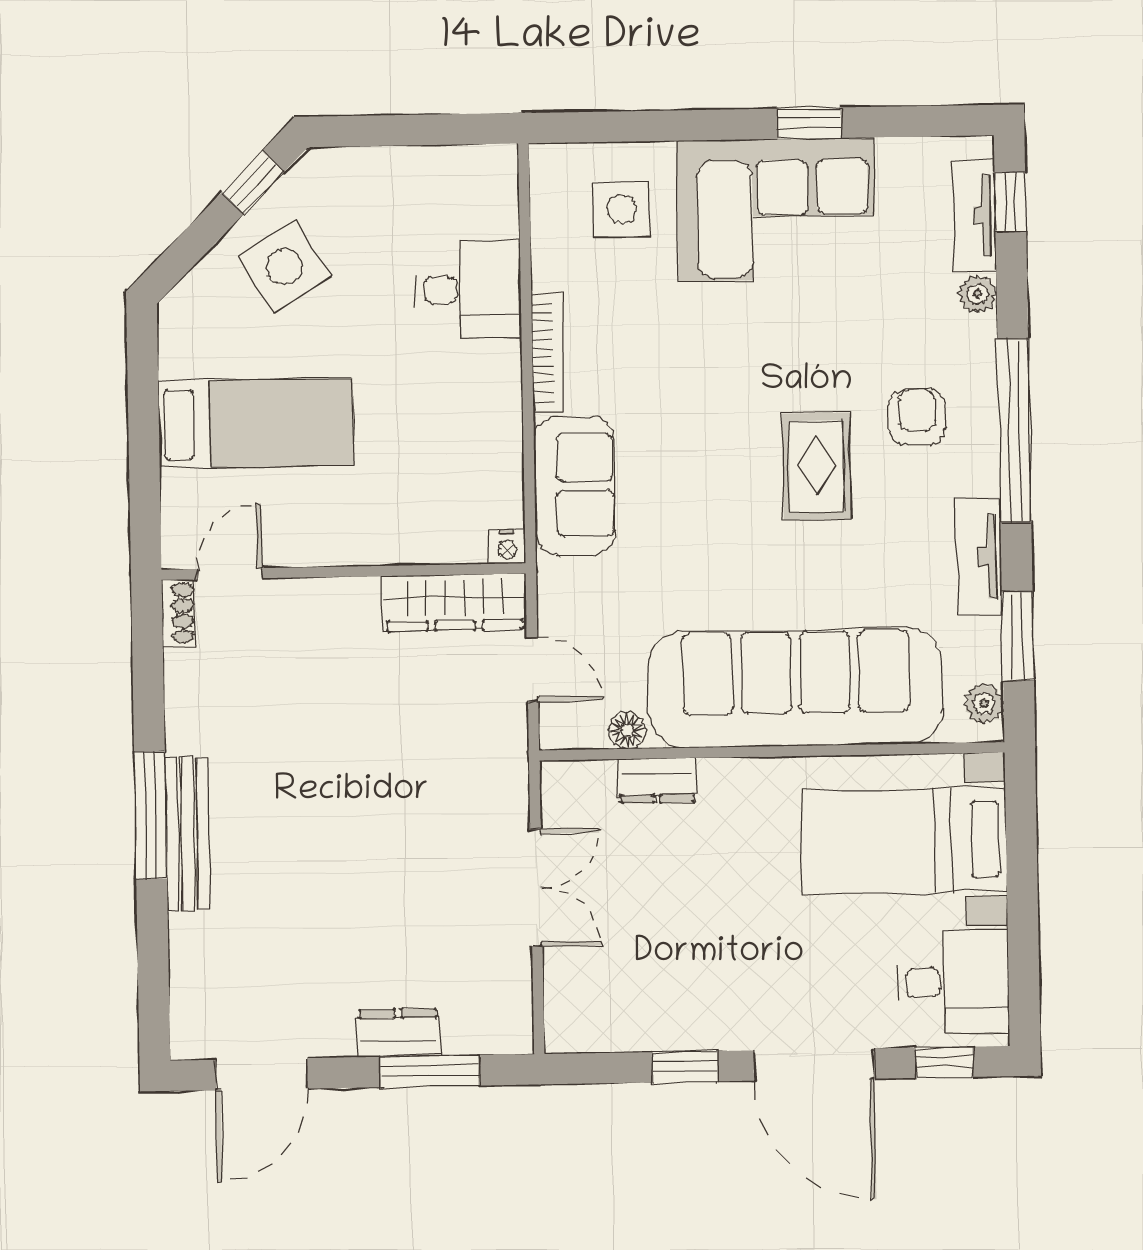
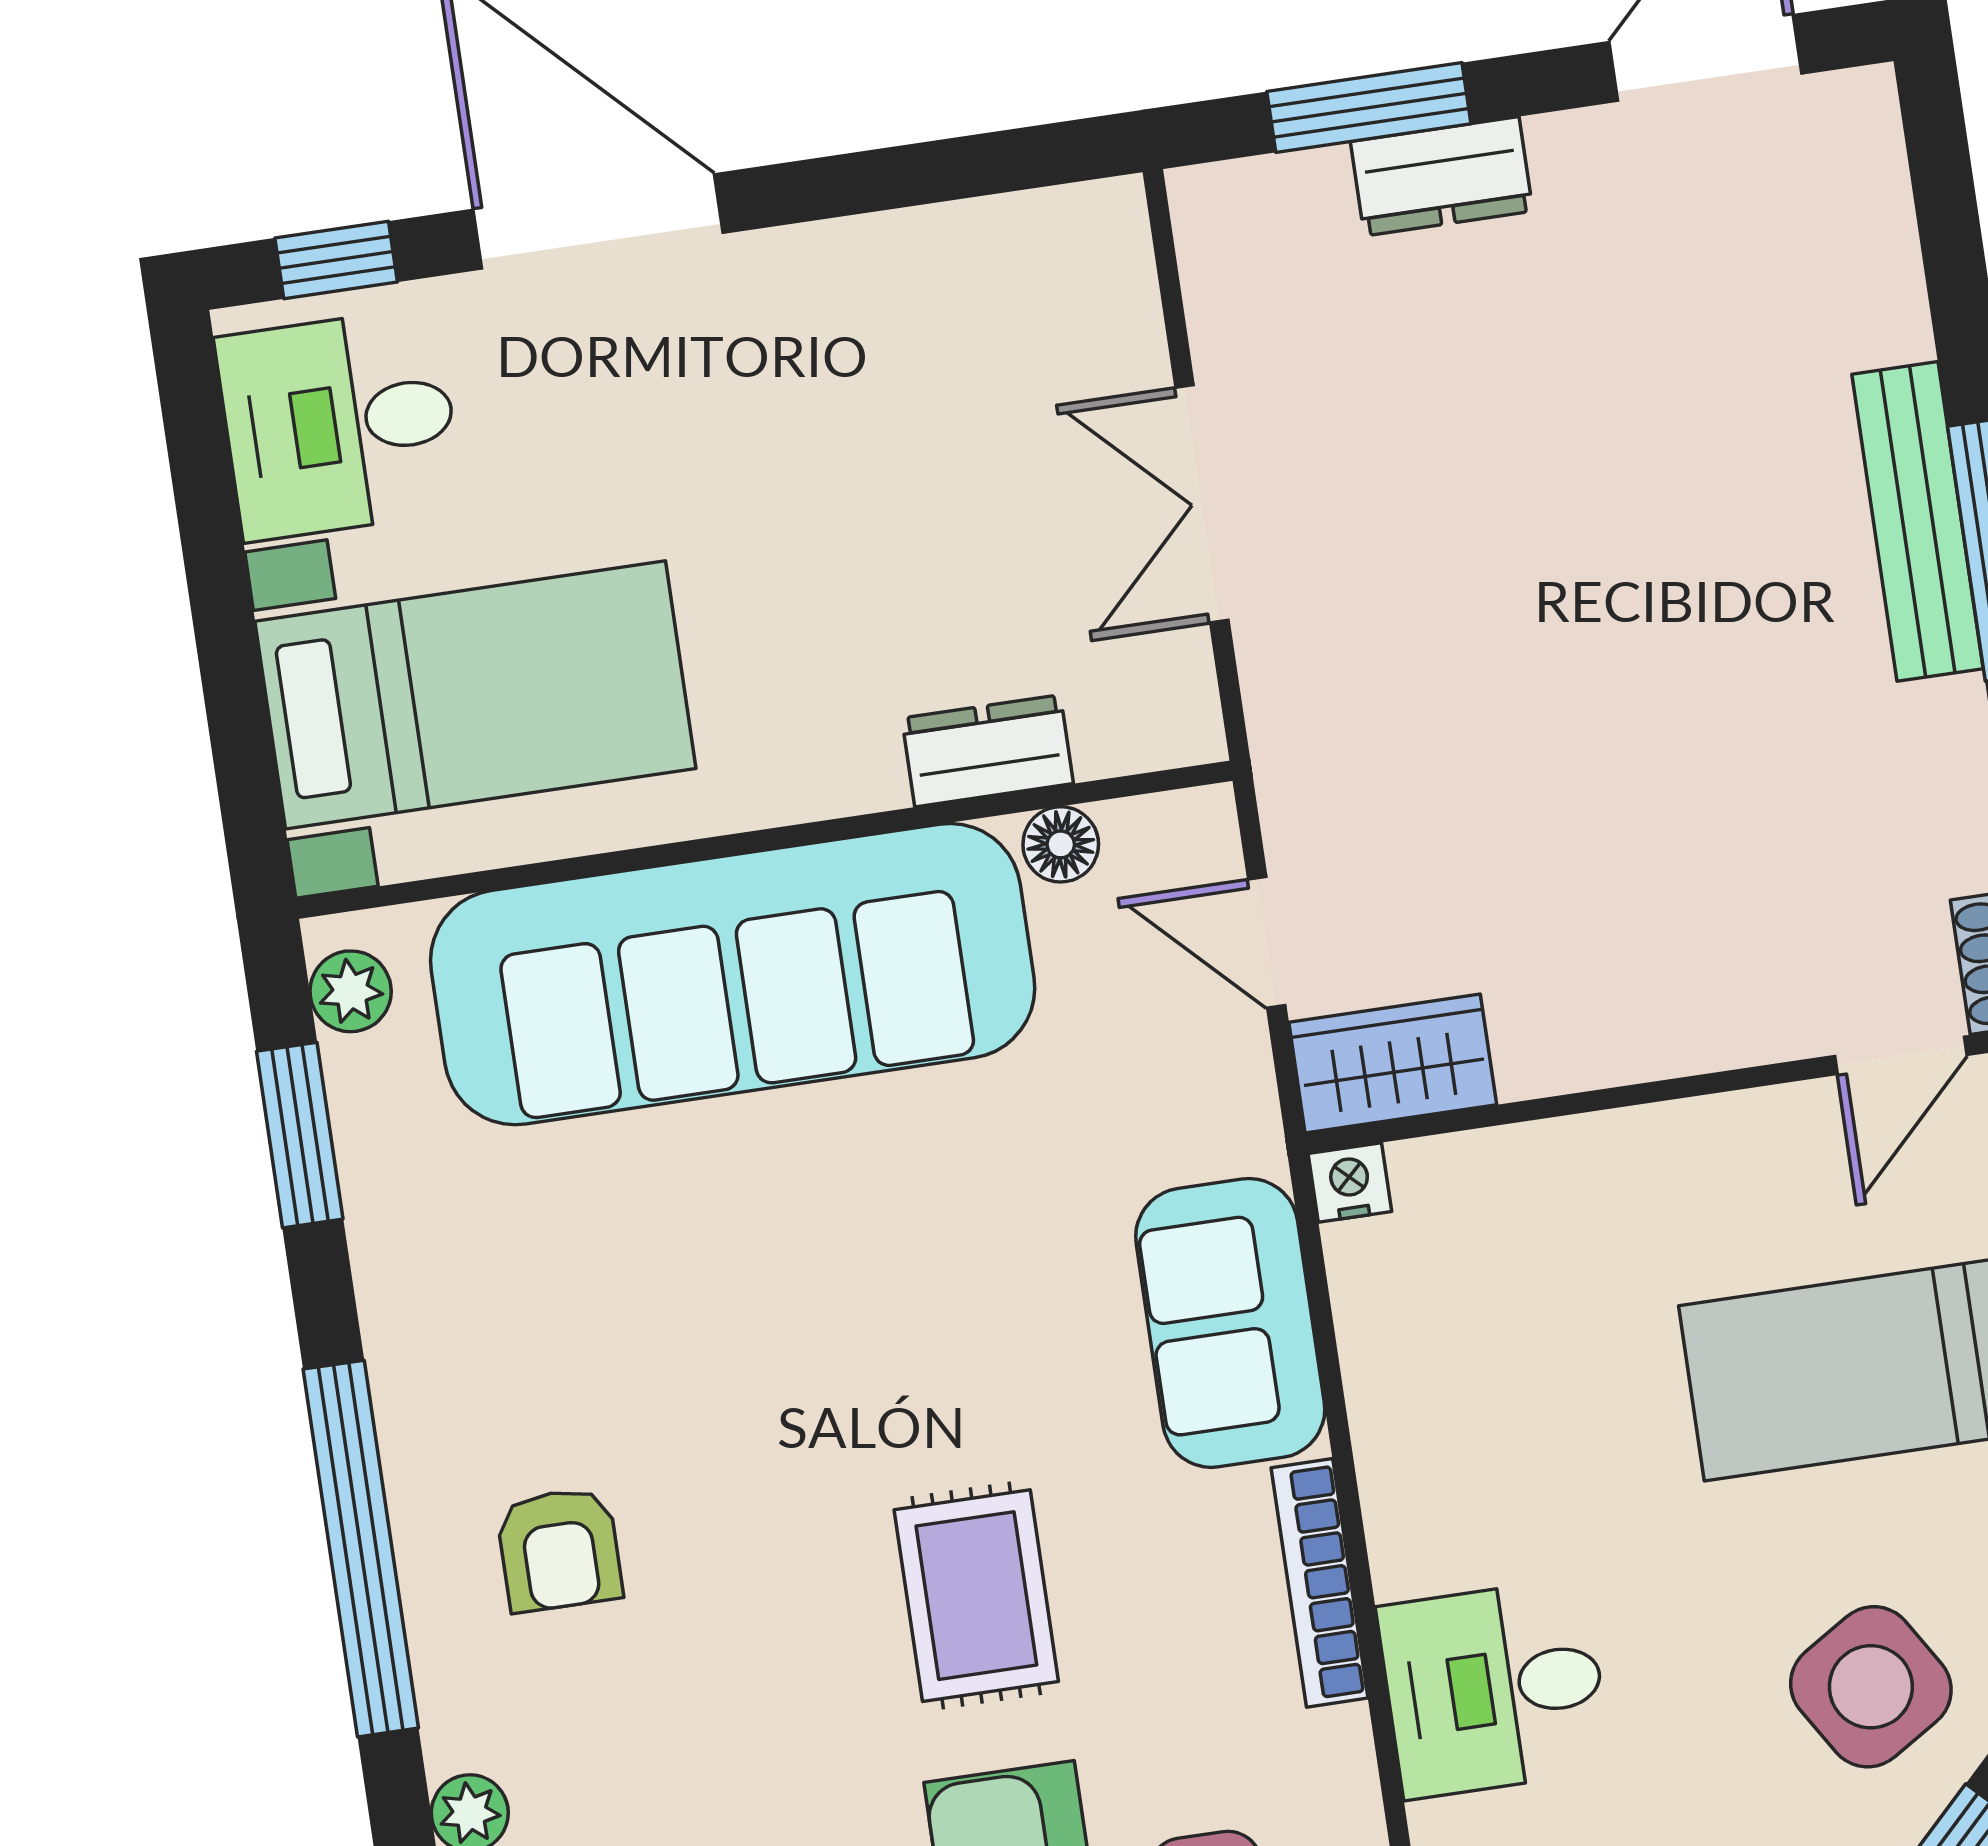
rug: (817, 466) -> (976, 1596), moved
tv unit: (979, 557) -> (399, 1285), removed
wardrobe: (455, 602) -> (1393, 1063), width x0.67
window: (685, 1067) -> (856, 183), removed

